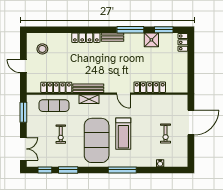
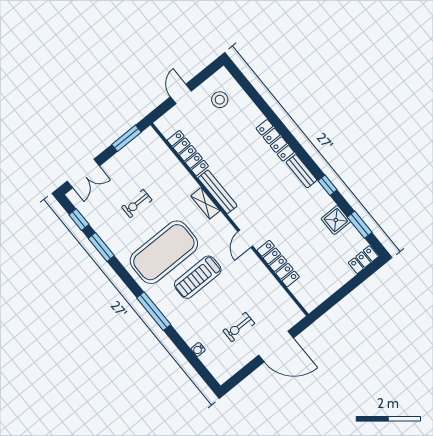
window: (130, 30) -> (328, 185), width x0.46
exercise mat: (54, 106) -> (164, 168), removed

